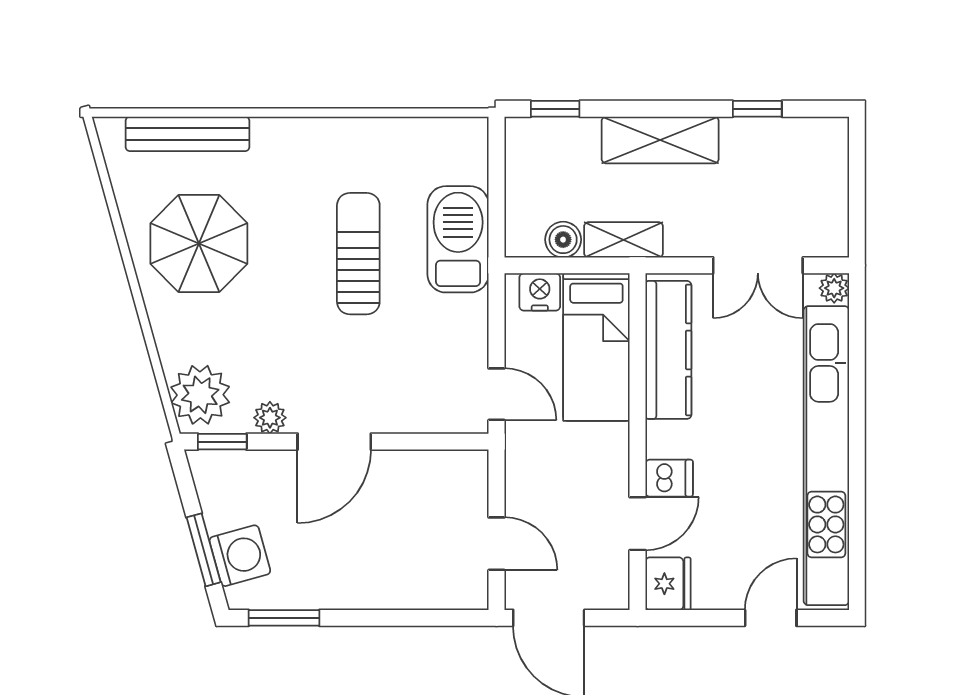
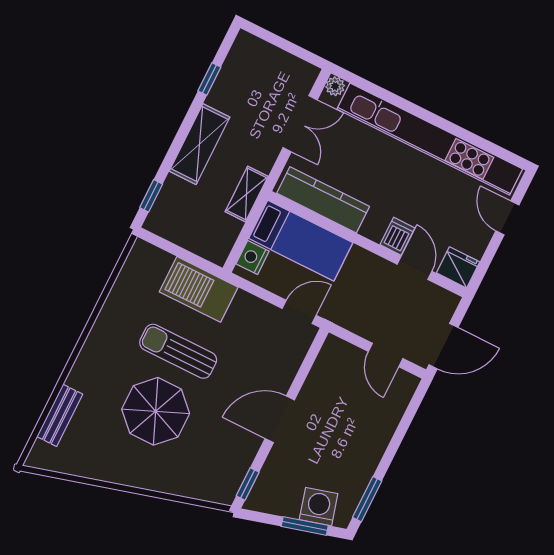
bench: (187, 134) -> (60, 415), width x0.73
boiler: (563, 240) -> (229, 229), removed
parasol: (199, 244) -> (156, 411), moved
plant: (200, 395) -> (214, 483), removed
plant: (270, 418) -> (247, 450), removed
door: (334, 442) -> (280, 419), swing flipped
door: (497, 544) -> (386, 355), swing flipped

